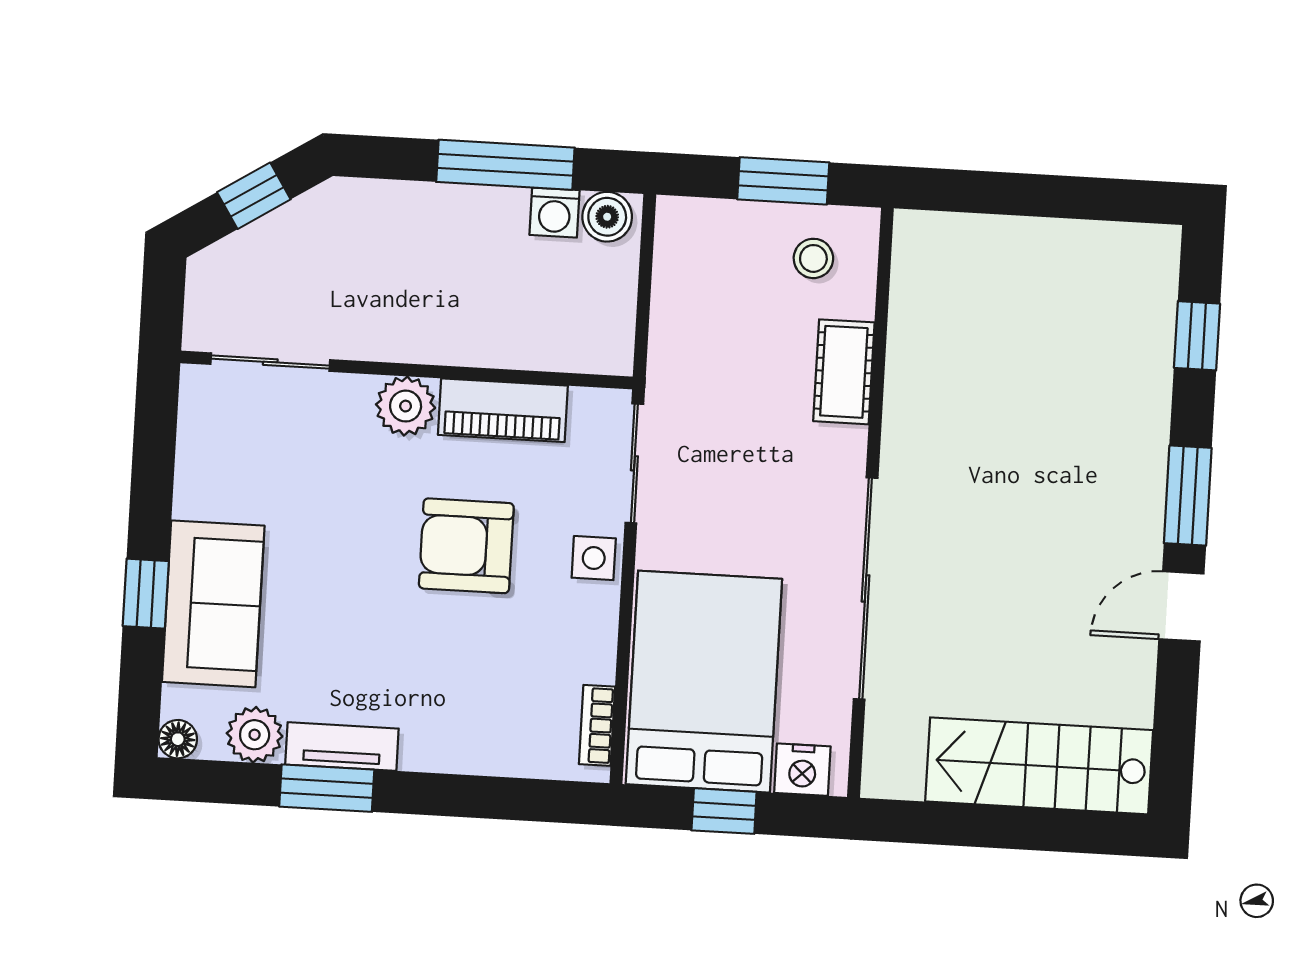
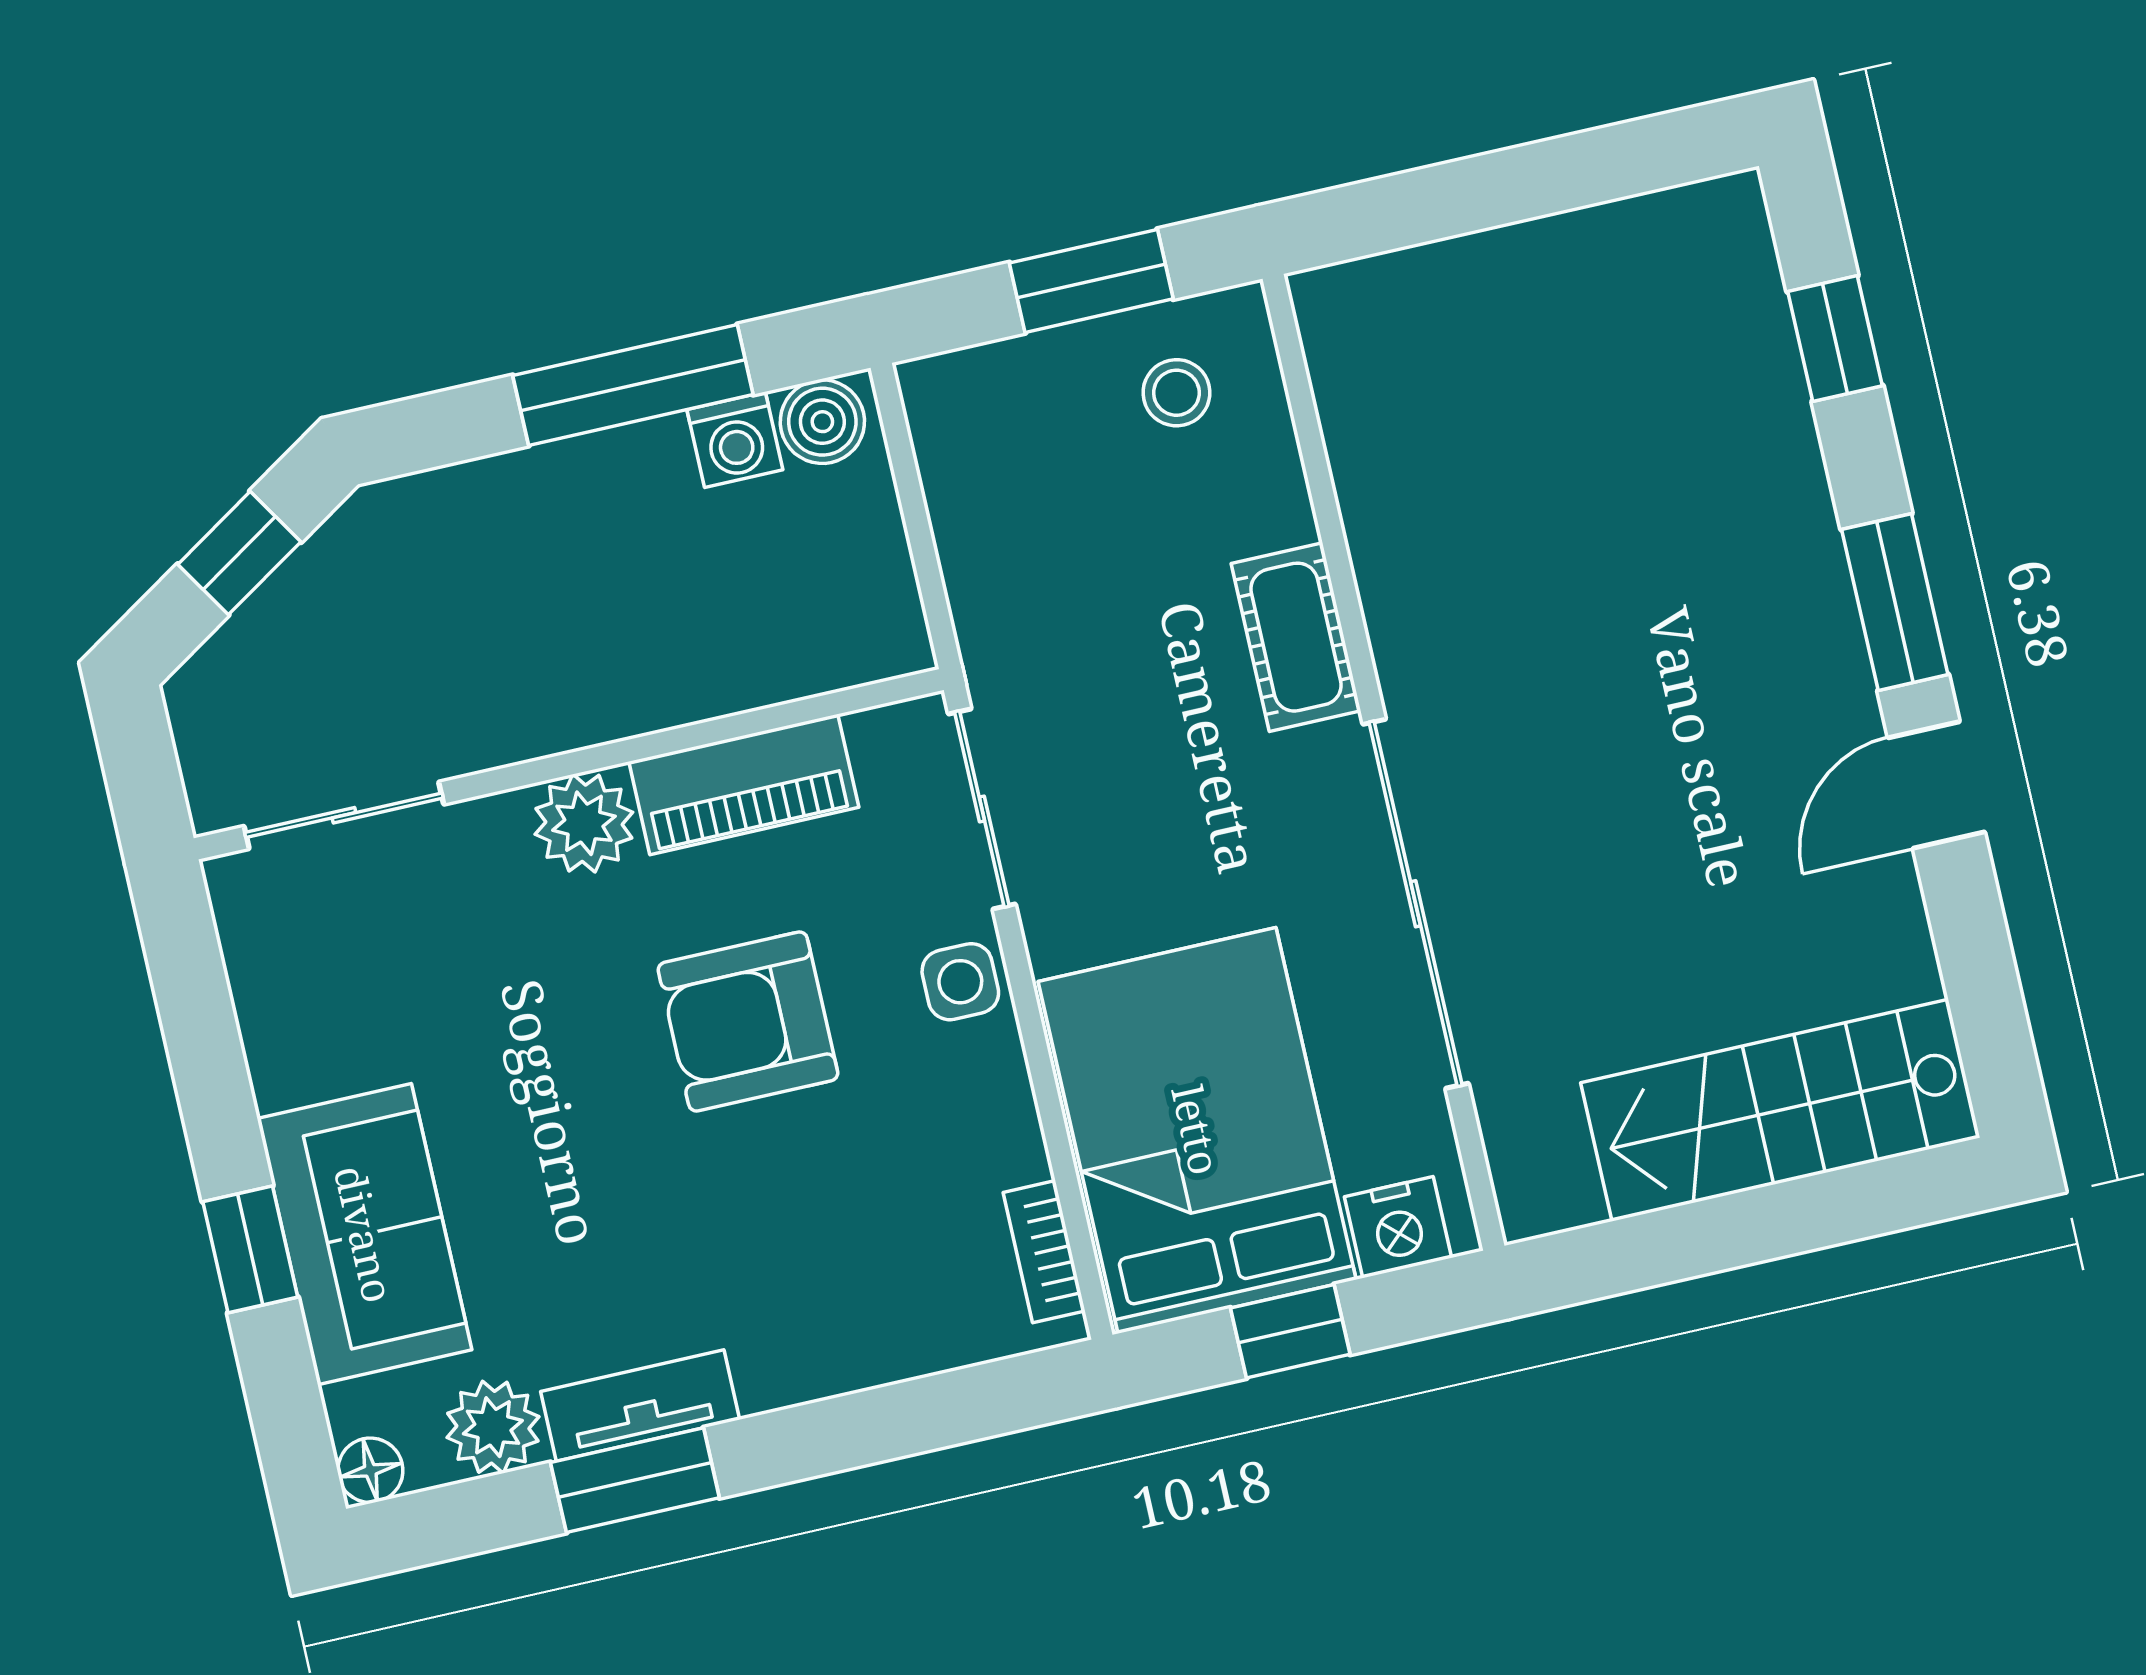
cot: (844, 372) -> (1296, 637), moved

